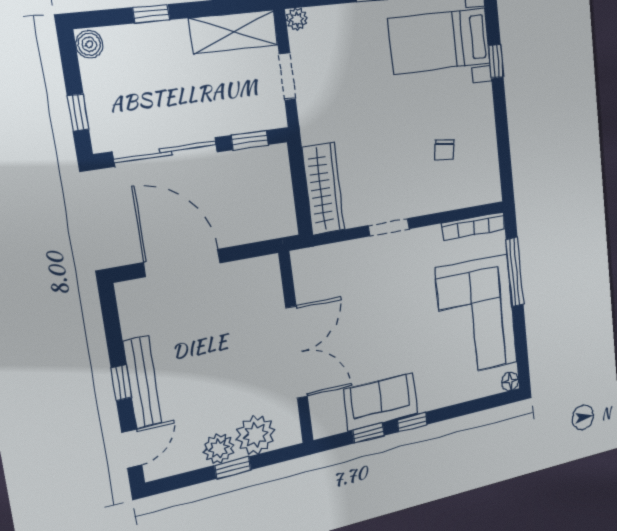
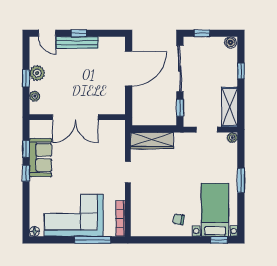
window: (496, 61) -> (219, 240), moved
chair: (445, 150) -> (179, 219), moved
plant: (256, 435) -> (35, 96), width x0.53, depth x0.53

